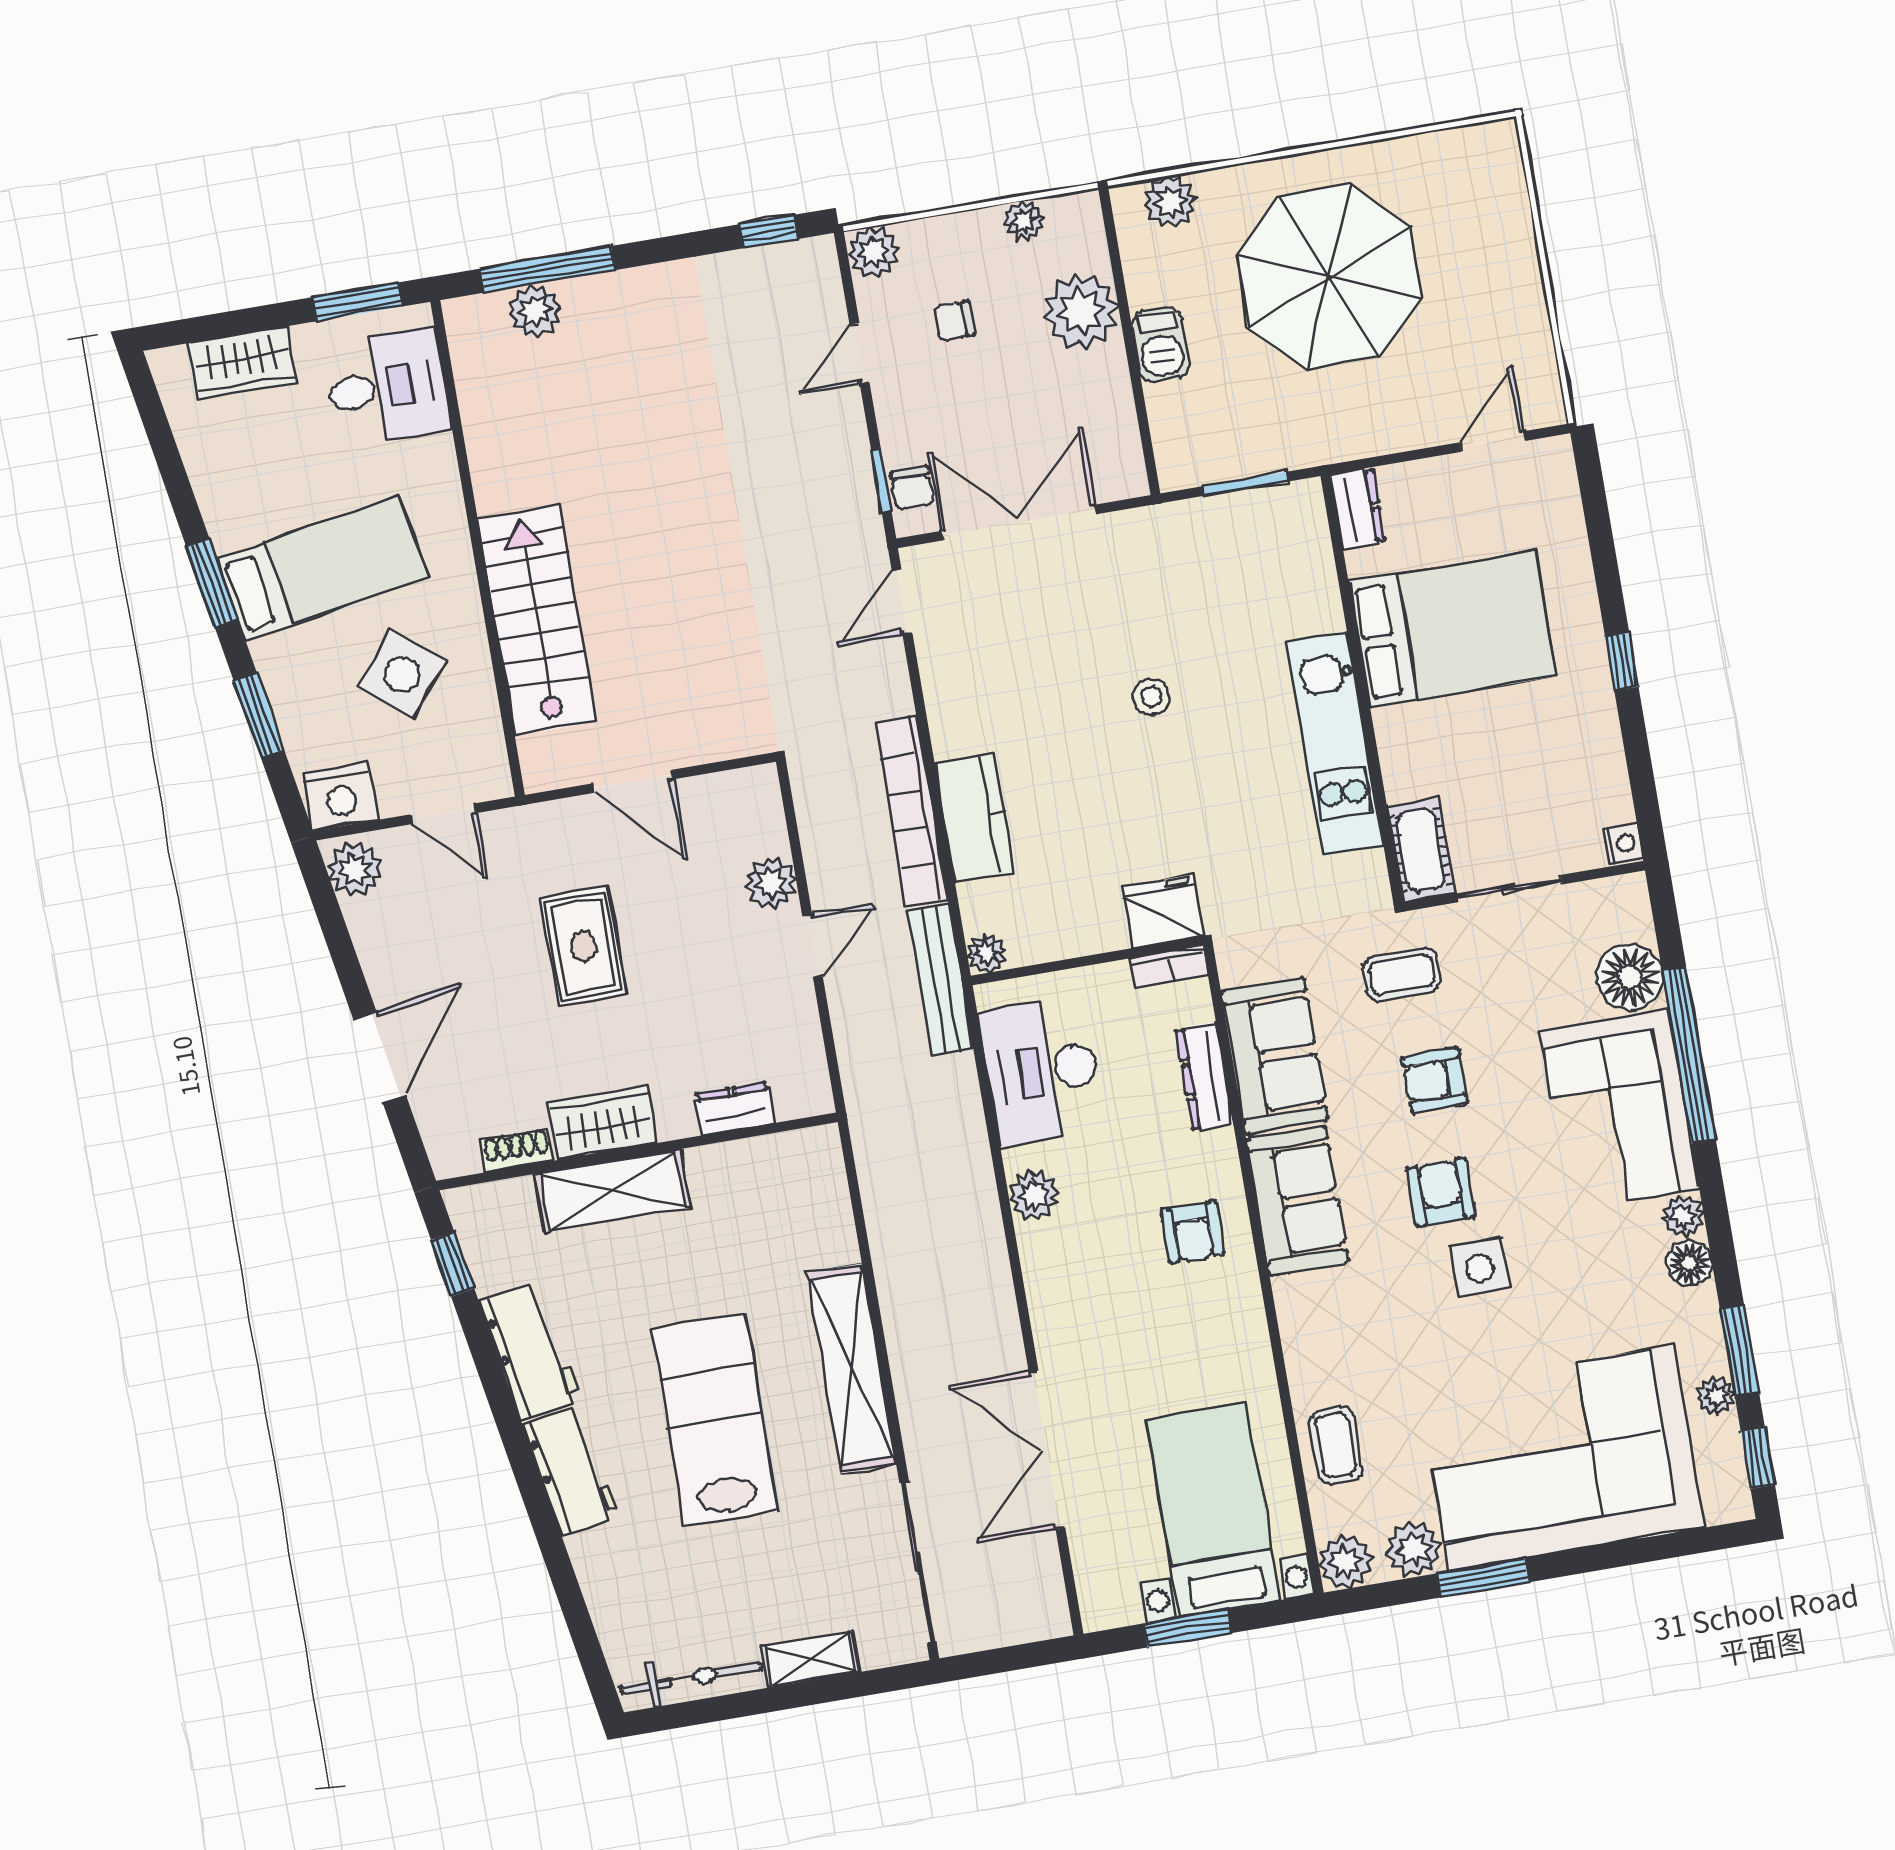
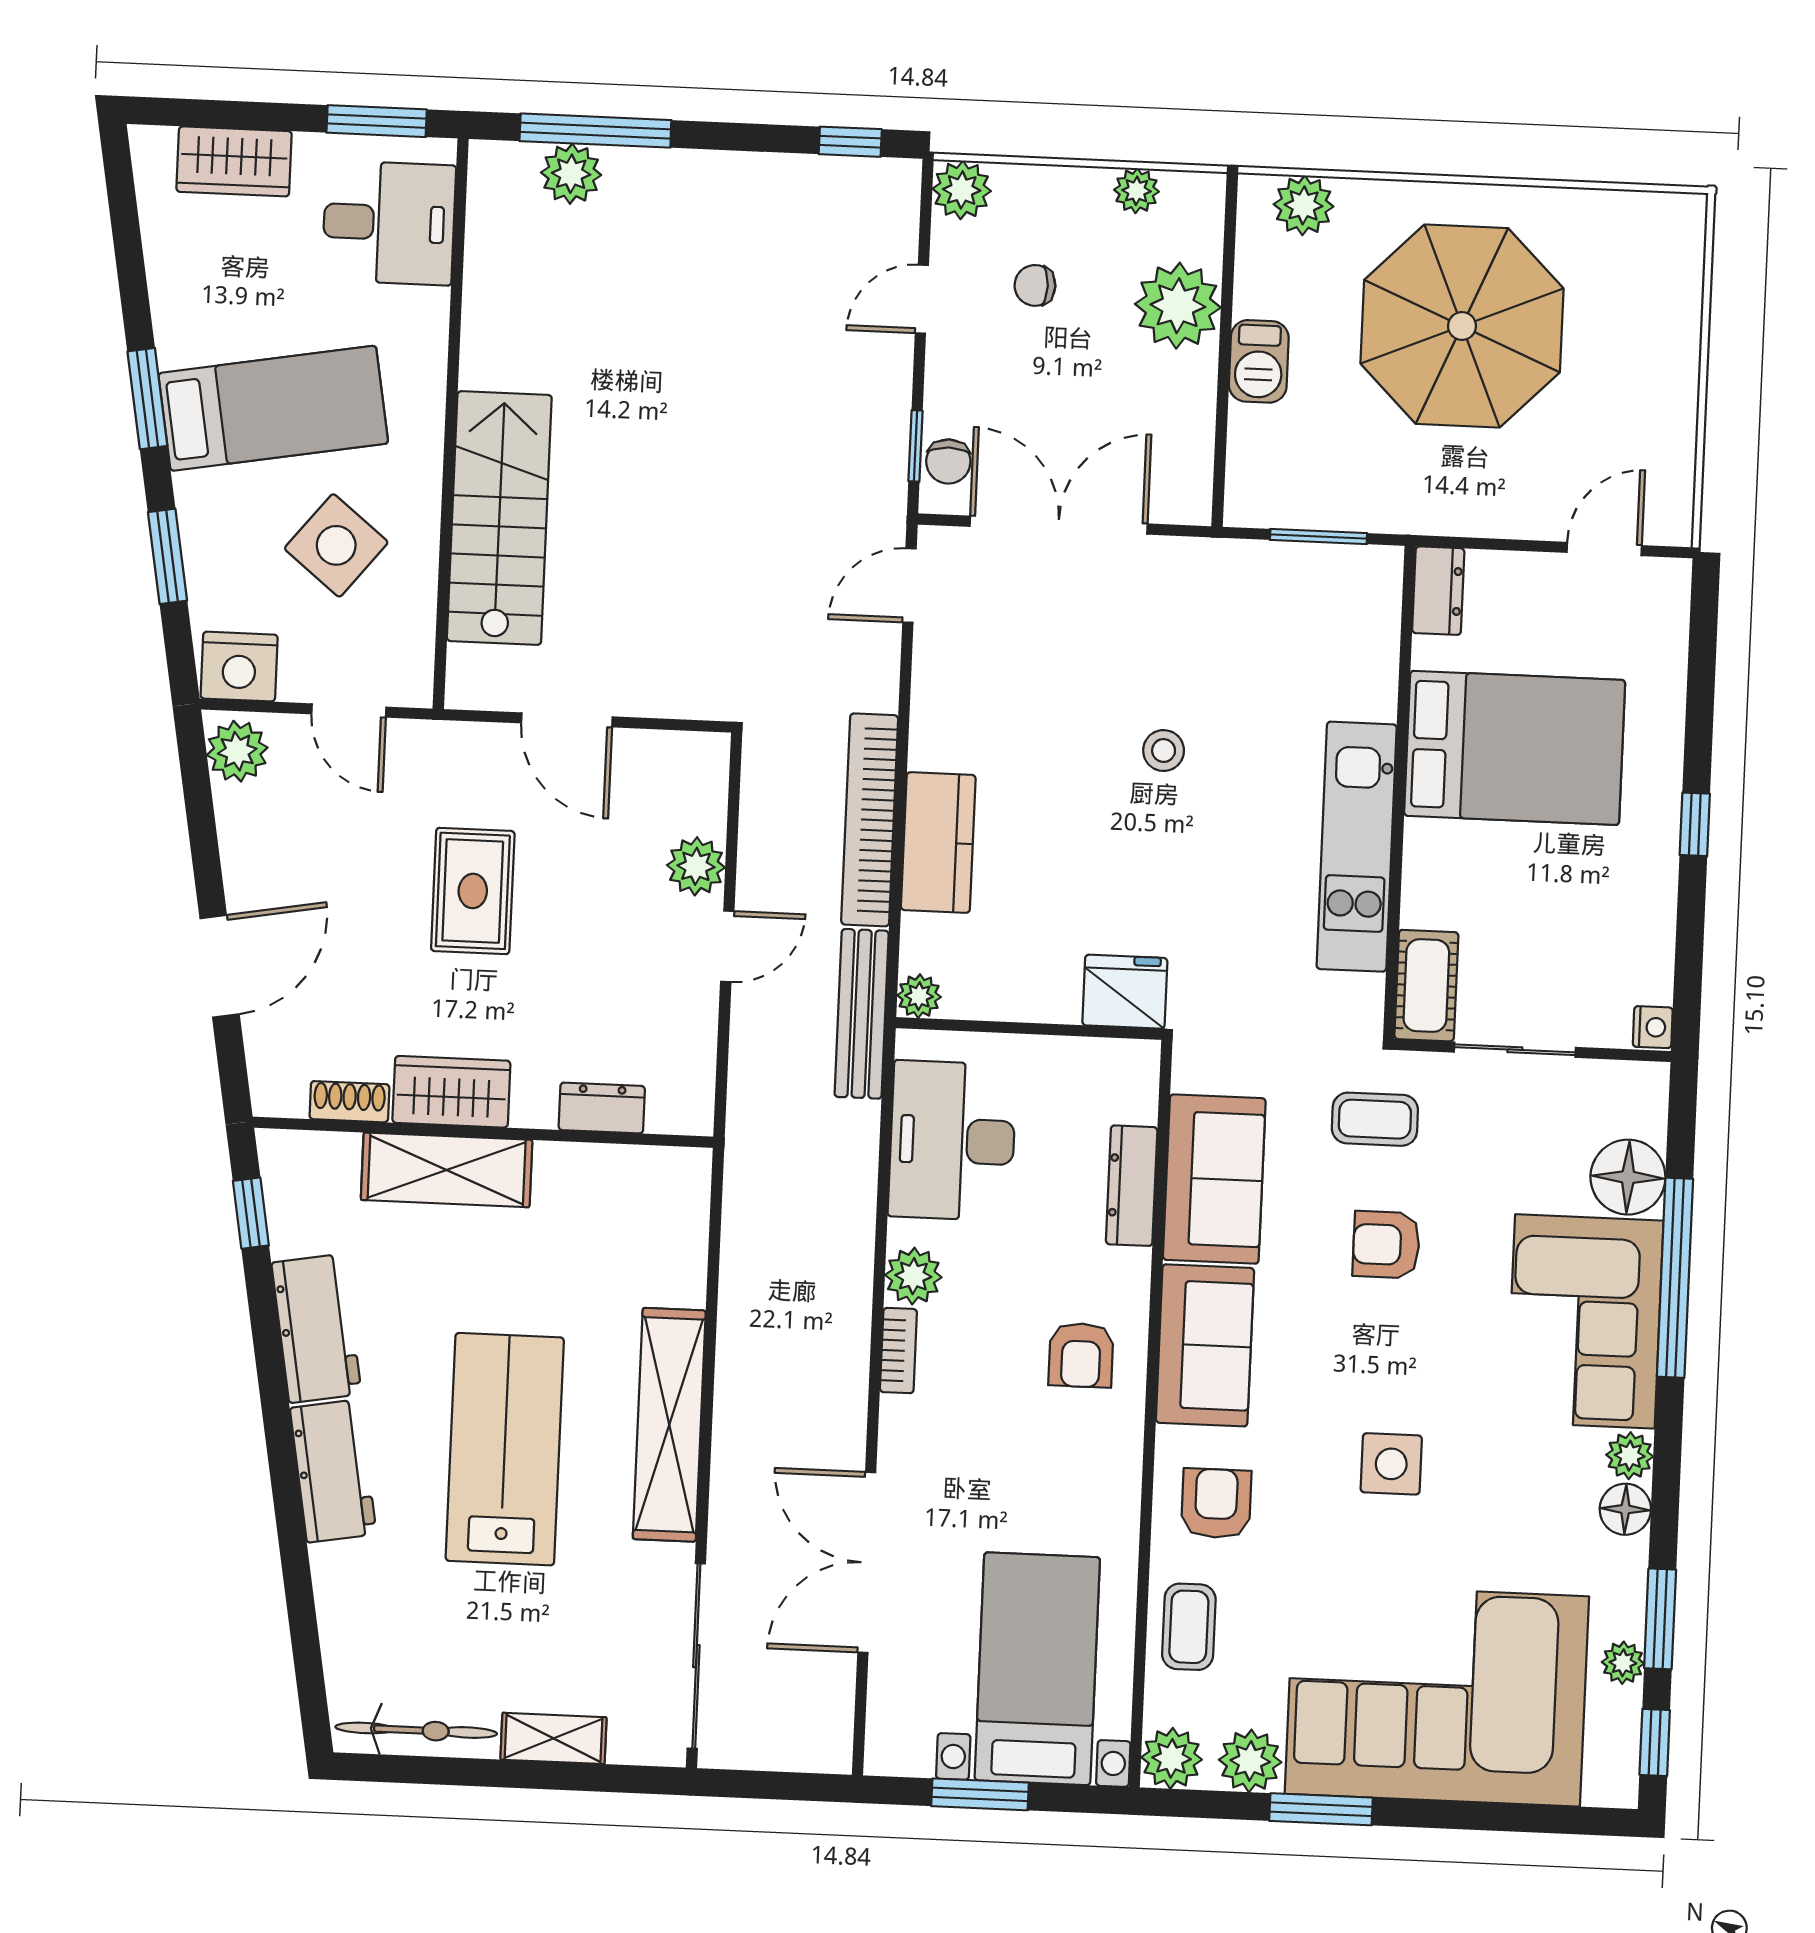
bookcase: (1169, 967) -> (898, 1351), moved, turned -90
armchair: (1441, 1192) -> (1216, 1503), moved

